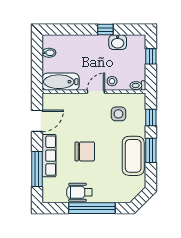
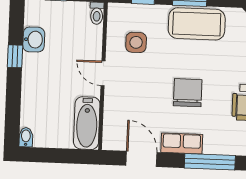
bidet: (49, 53) -> (26, 137), moved
stool: (112, 81) -> (89, 50), removed
row of seats: (49, 156) -> (182, 143), width x0.68

